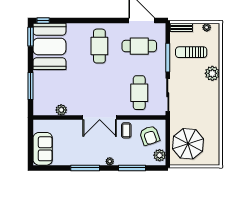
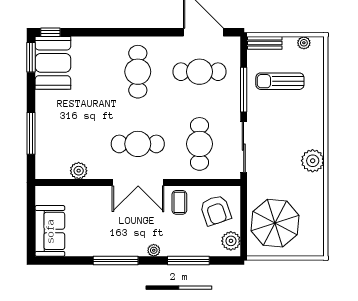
booth: (49, 46) -> (53, 63), width x0.73, depth x0.70
plant: (212, 73) -> (313, 161), moved
cafe table: (99, 93) -> (138, 144), added

